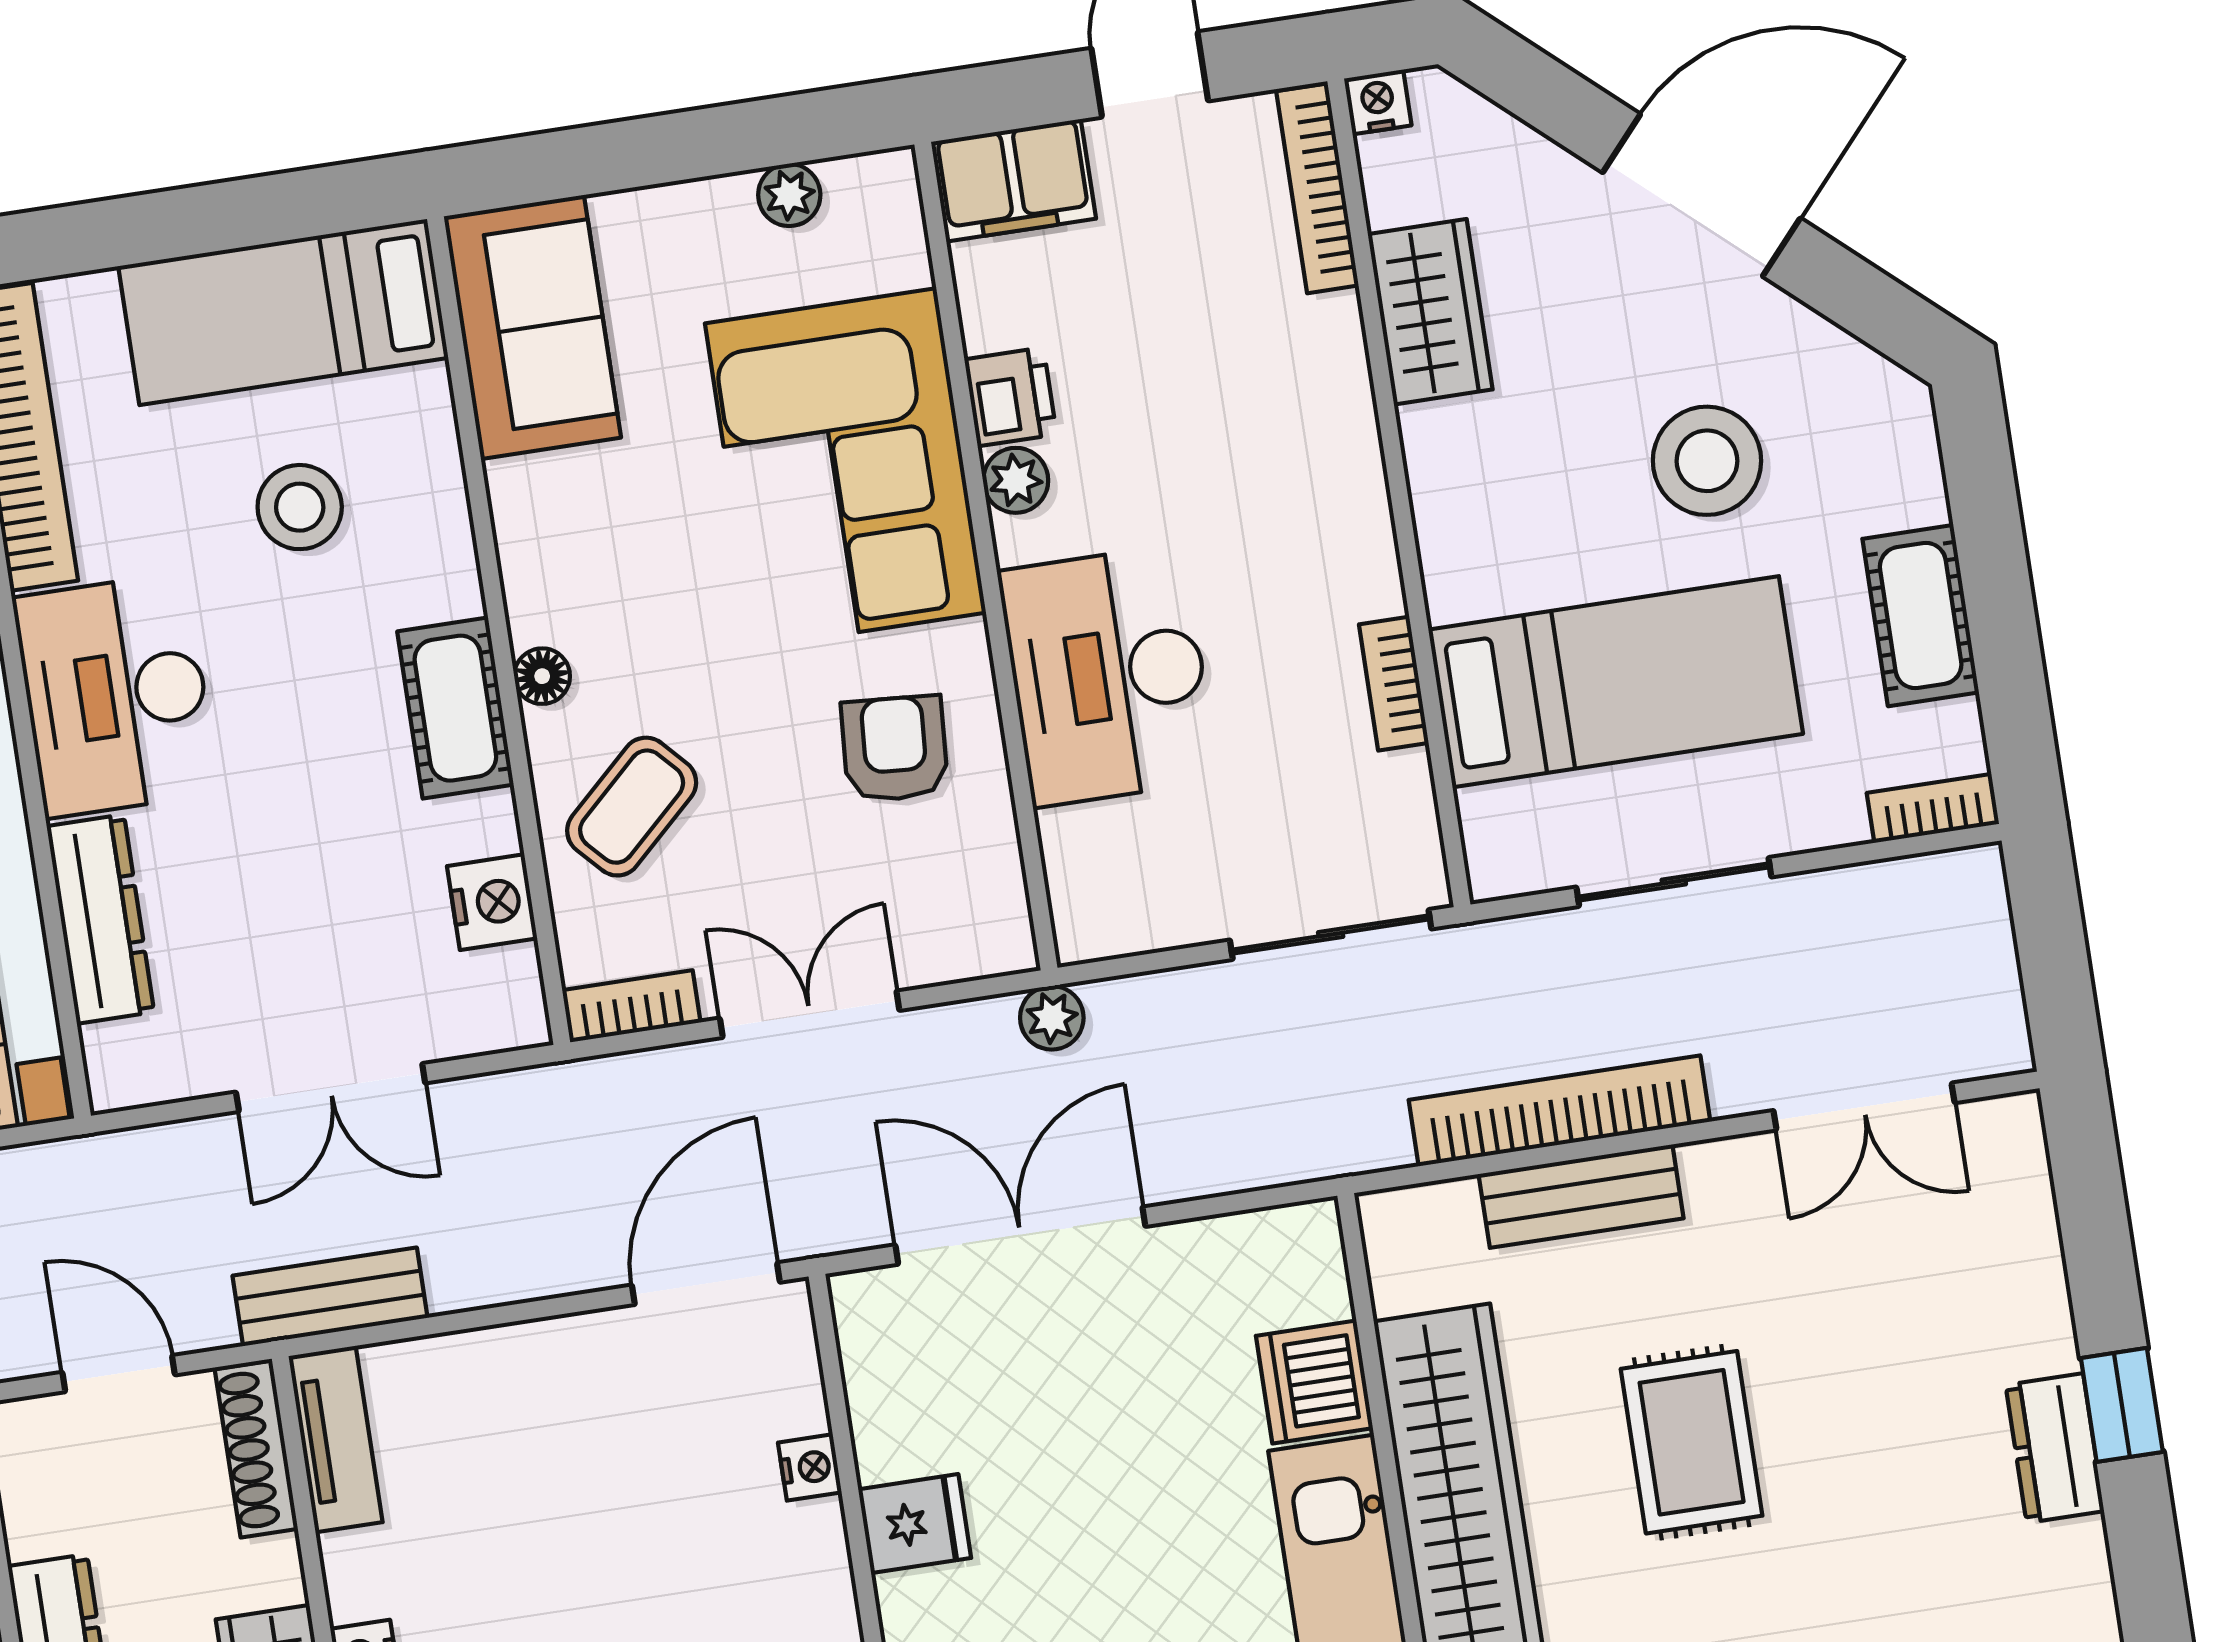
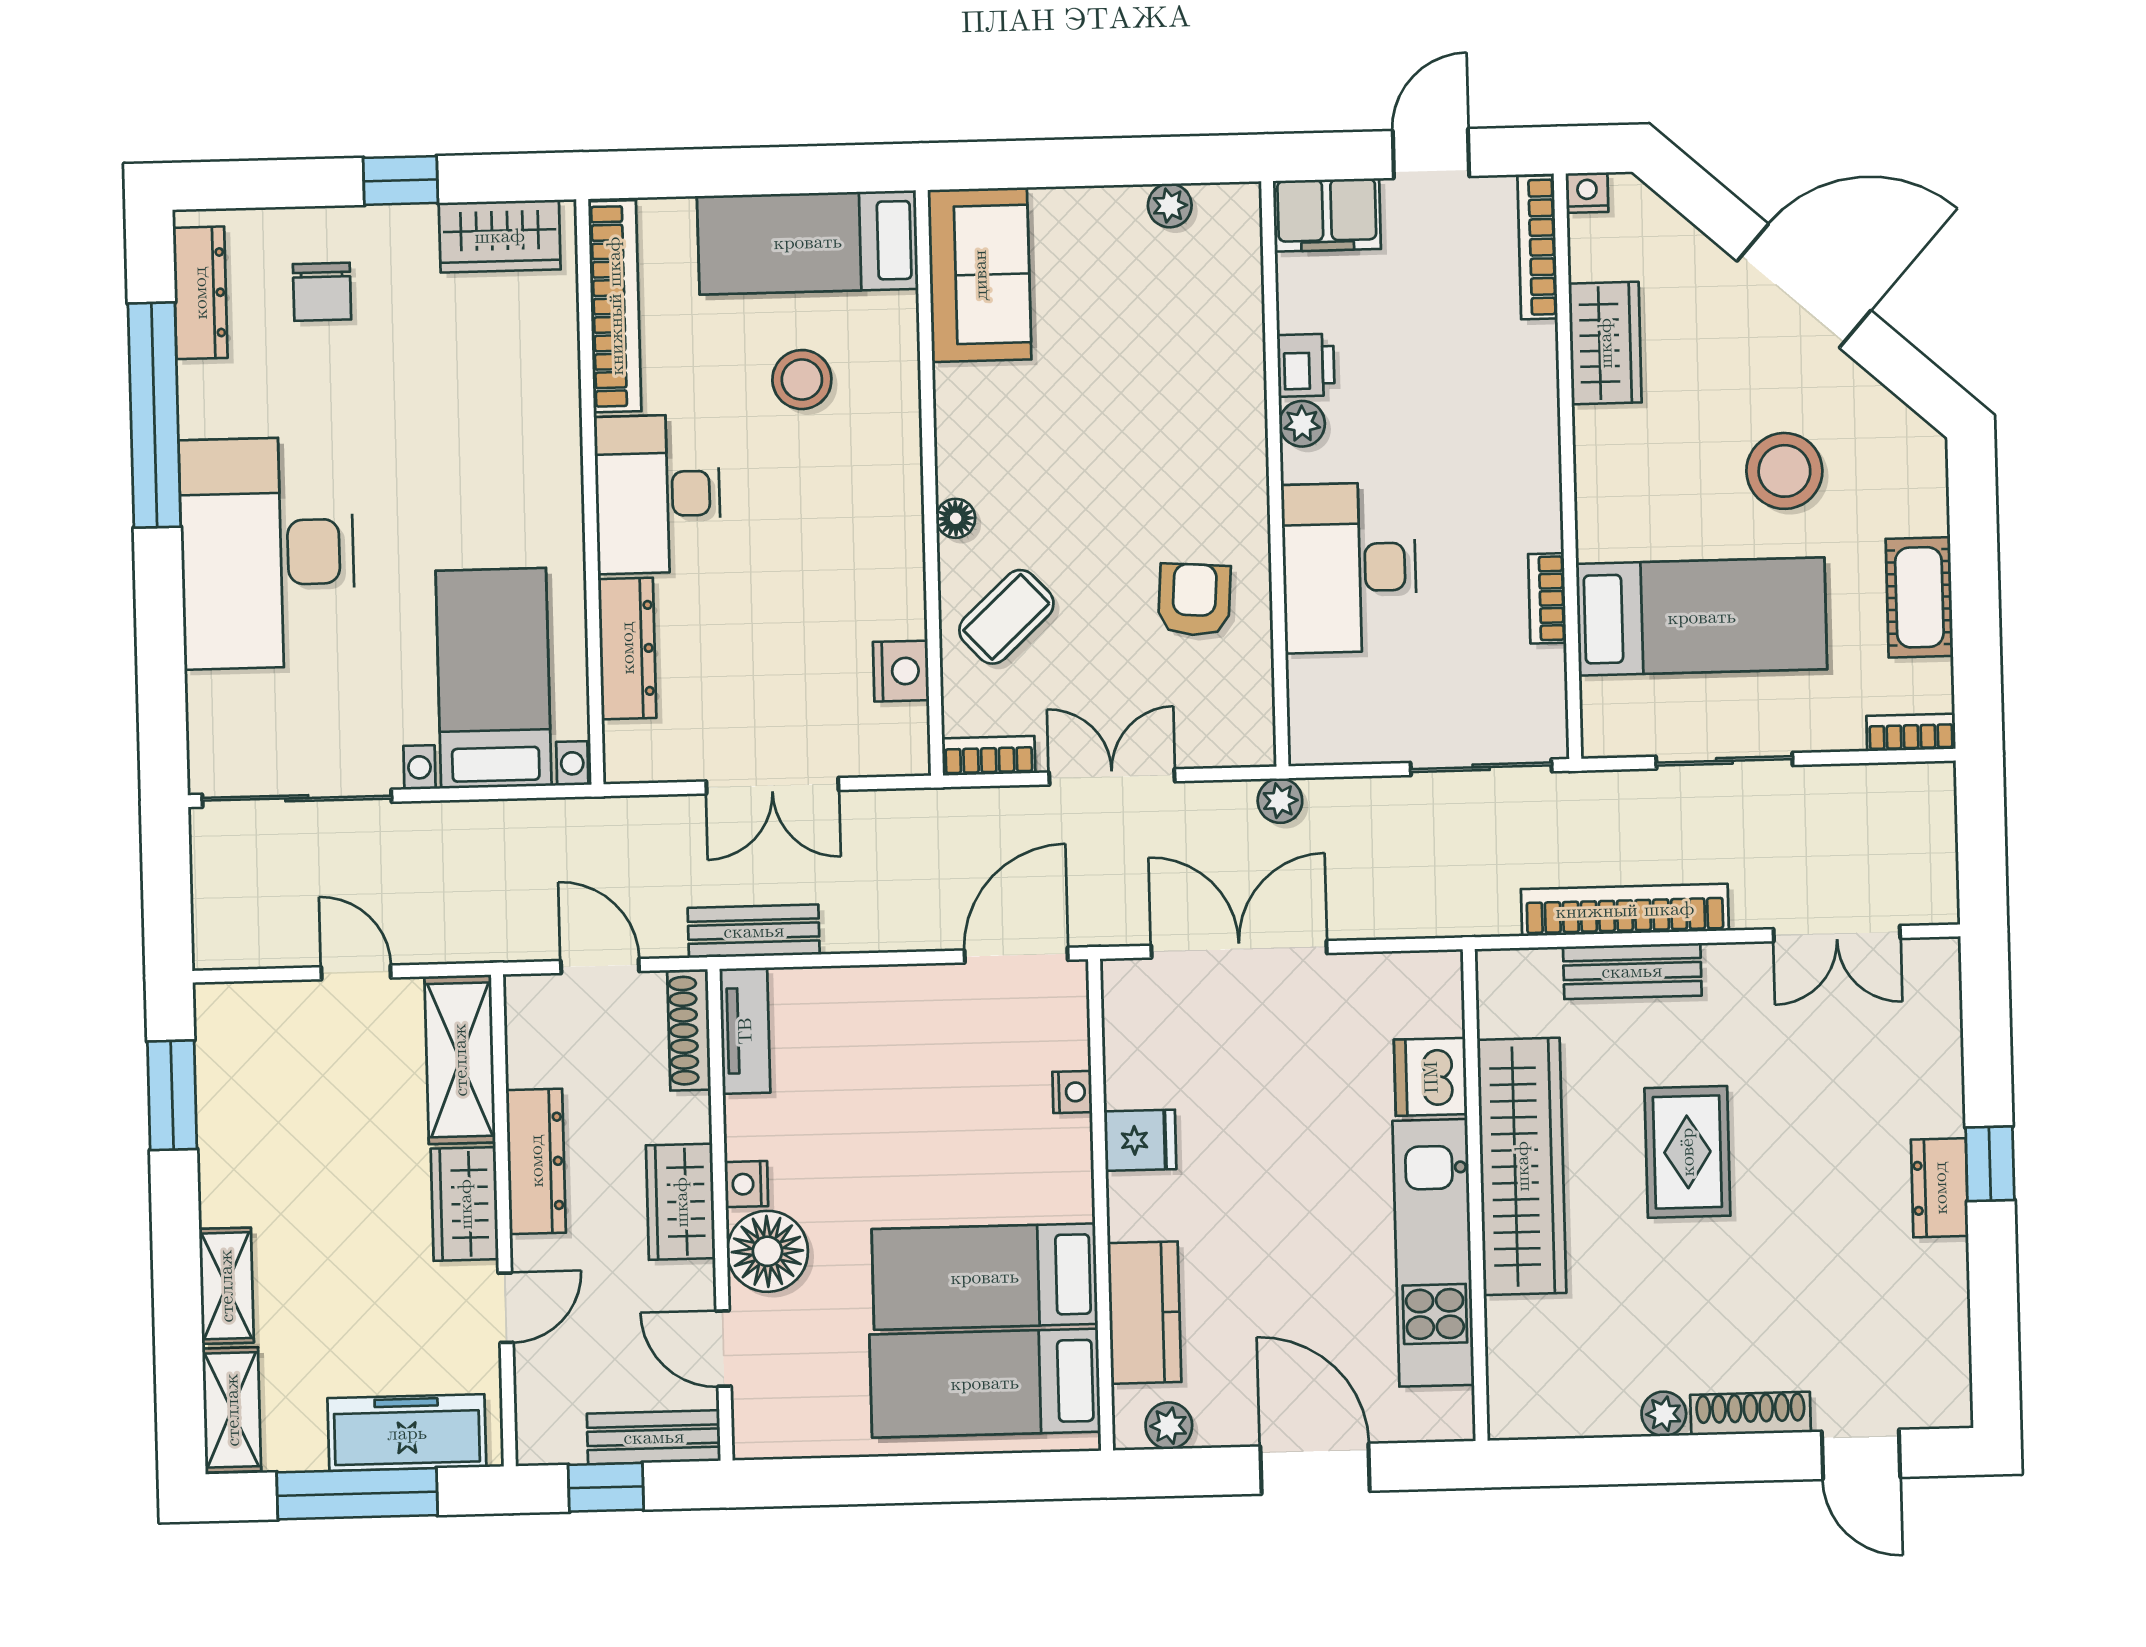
corner sofa: (845, 468) -> (1185, 400), removed
cot: (455, 708) -> (893, 533), removed

